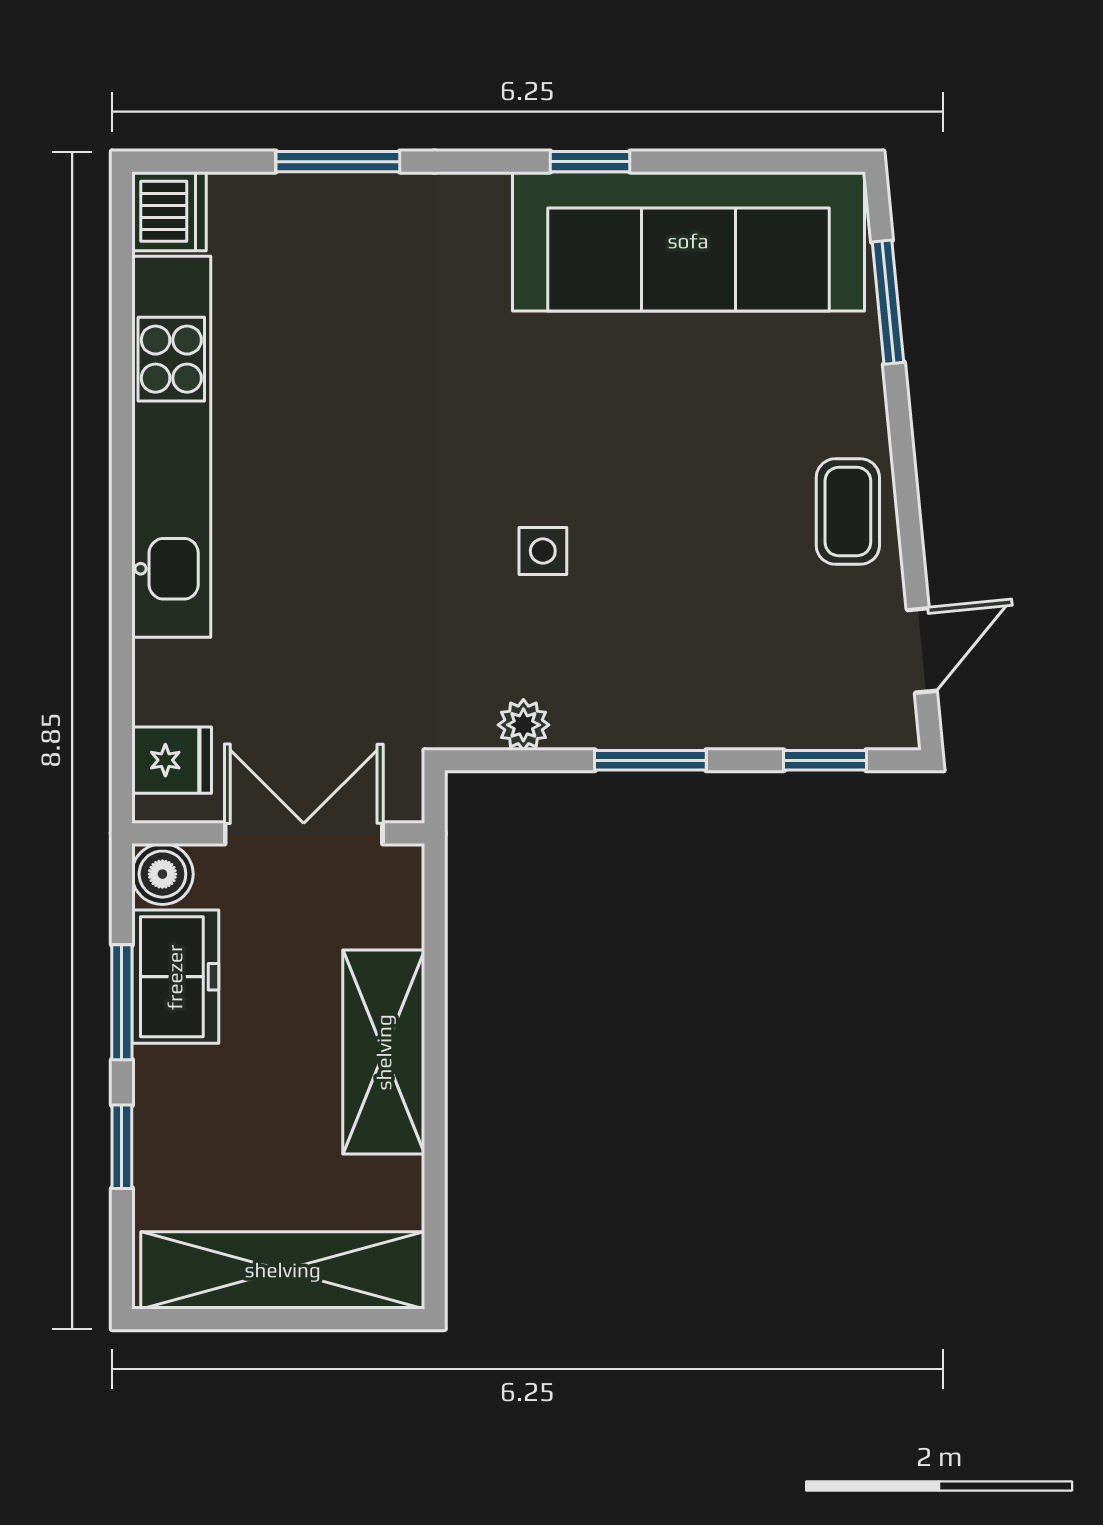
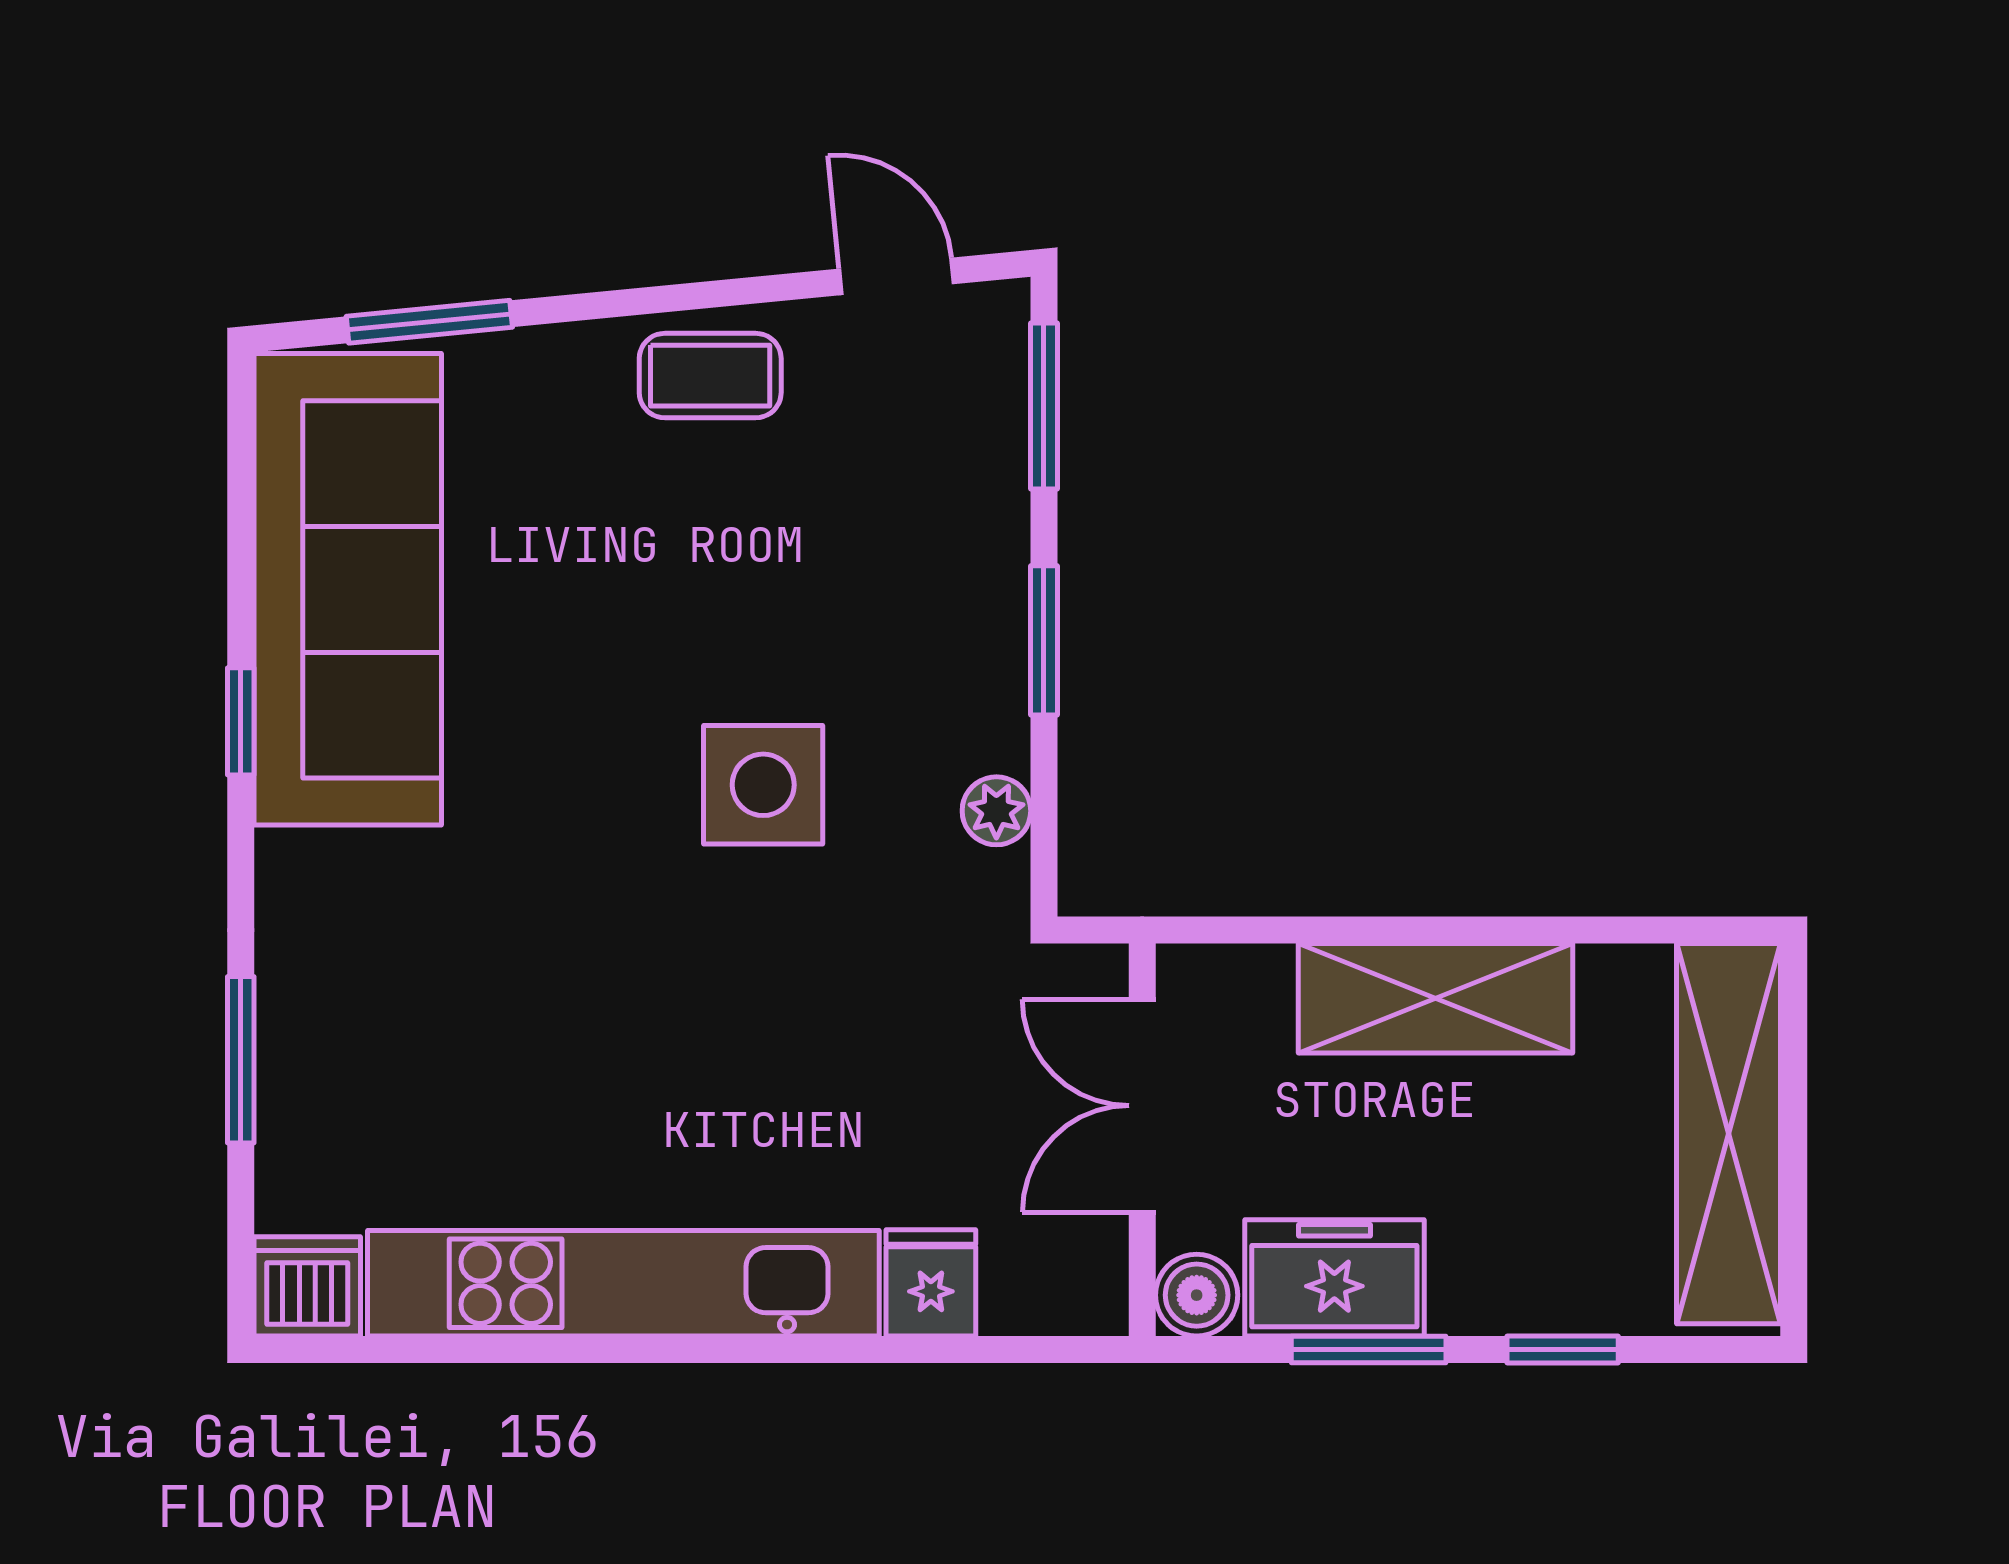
side table: (543, 551) -> (763, 785), width x1.87, depth x1.87
fridge: (172, 760) -> (931, 1283), moved
window: (825, 760) -> (1044, 406), width x1.50

